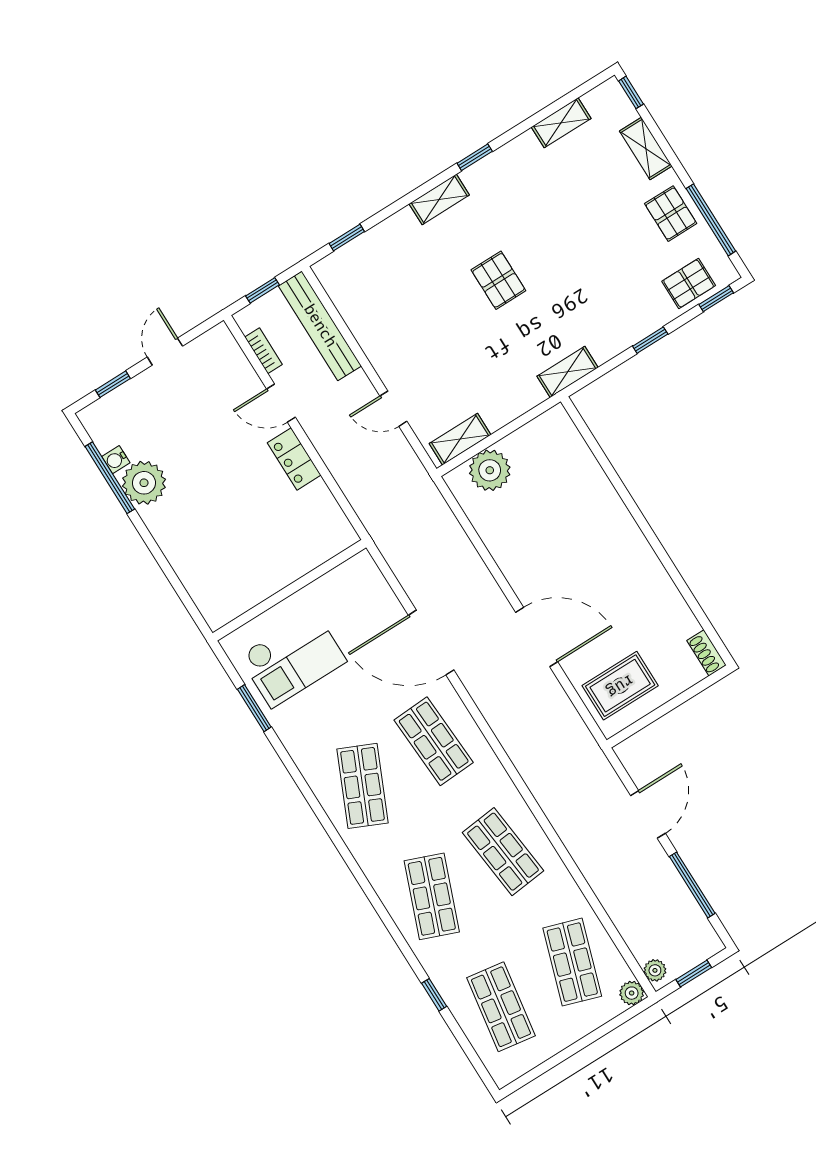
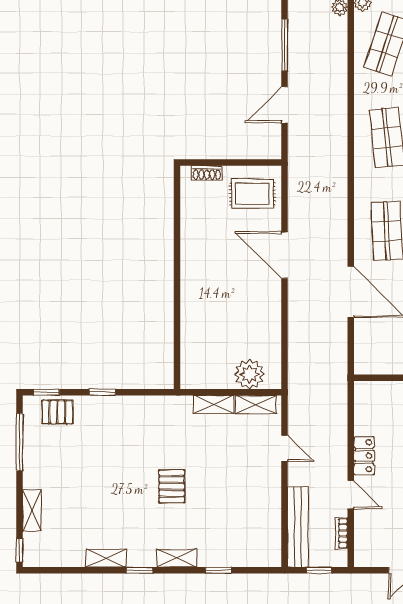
shelving: (561, 123) -> (106, 558), moved
pallet: (671, 214) -> (42, 461), removed
window: (347, 237) -> (219, 570), moved
shelving: (567, 372) -> (213, 404), moved
shoe rack: (706, 653) -> (207, 173), moved, turned 90

